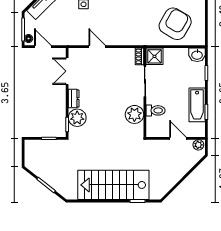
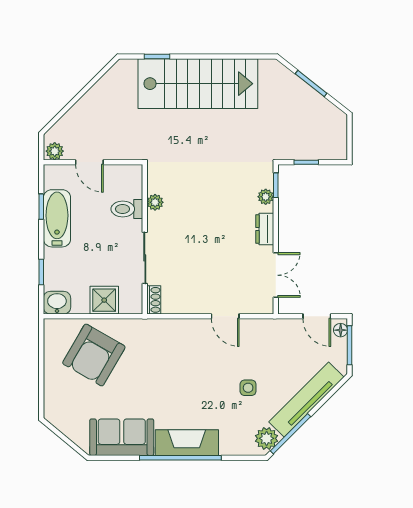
shower: (154, 56) -> (104, 300), moved
plant: (134, 114) -> (155, 202), width x0.53, depth x0.53
plant: (77, 118) -> (266, 197), width x0.53, depth x0.53

